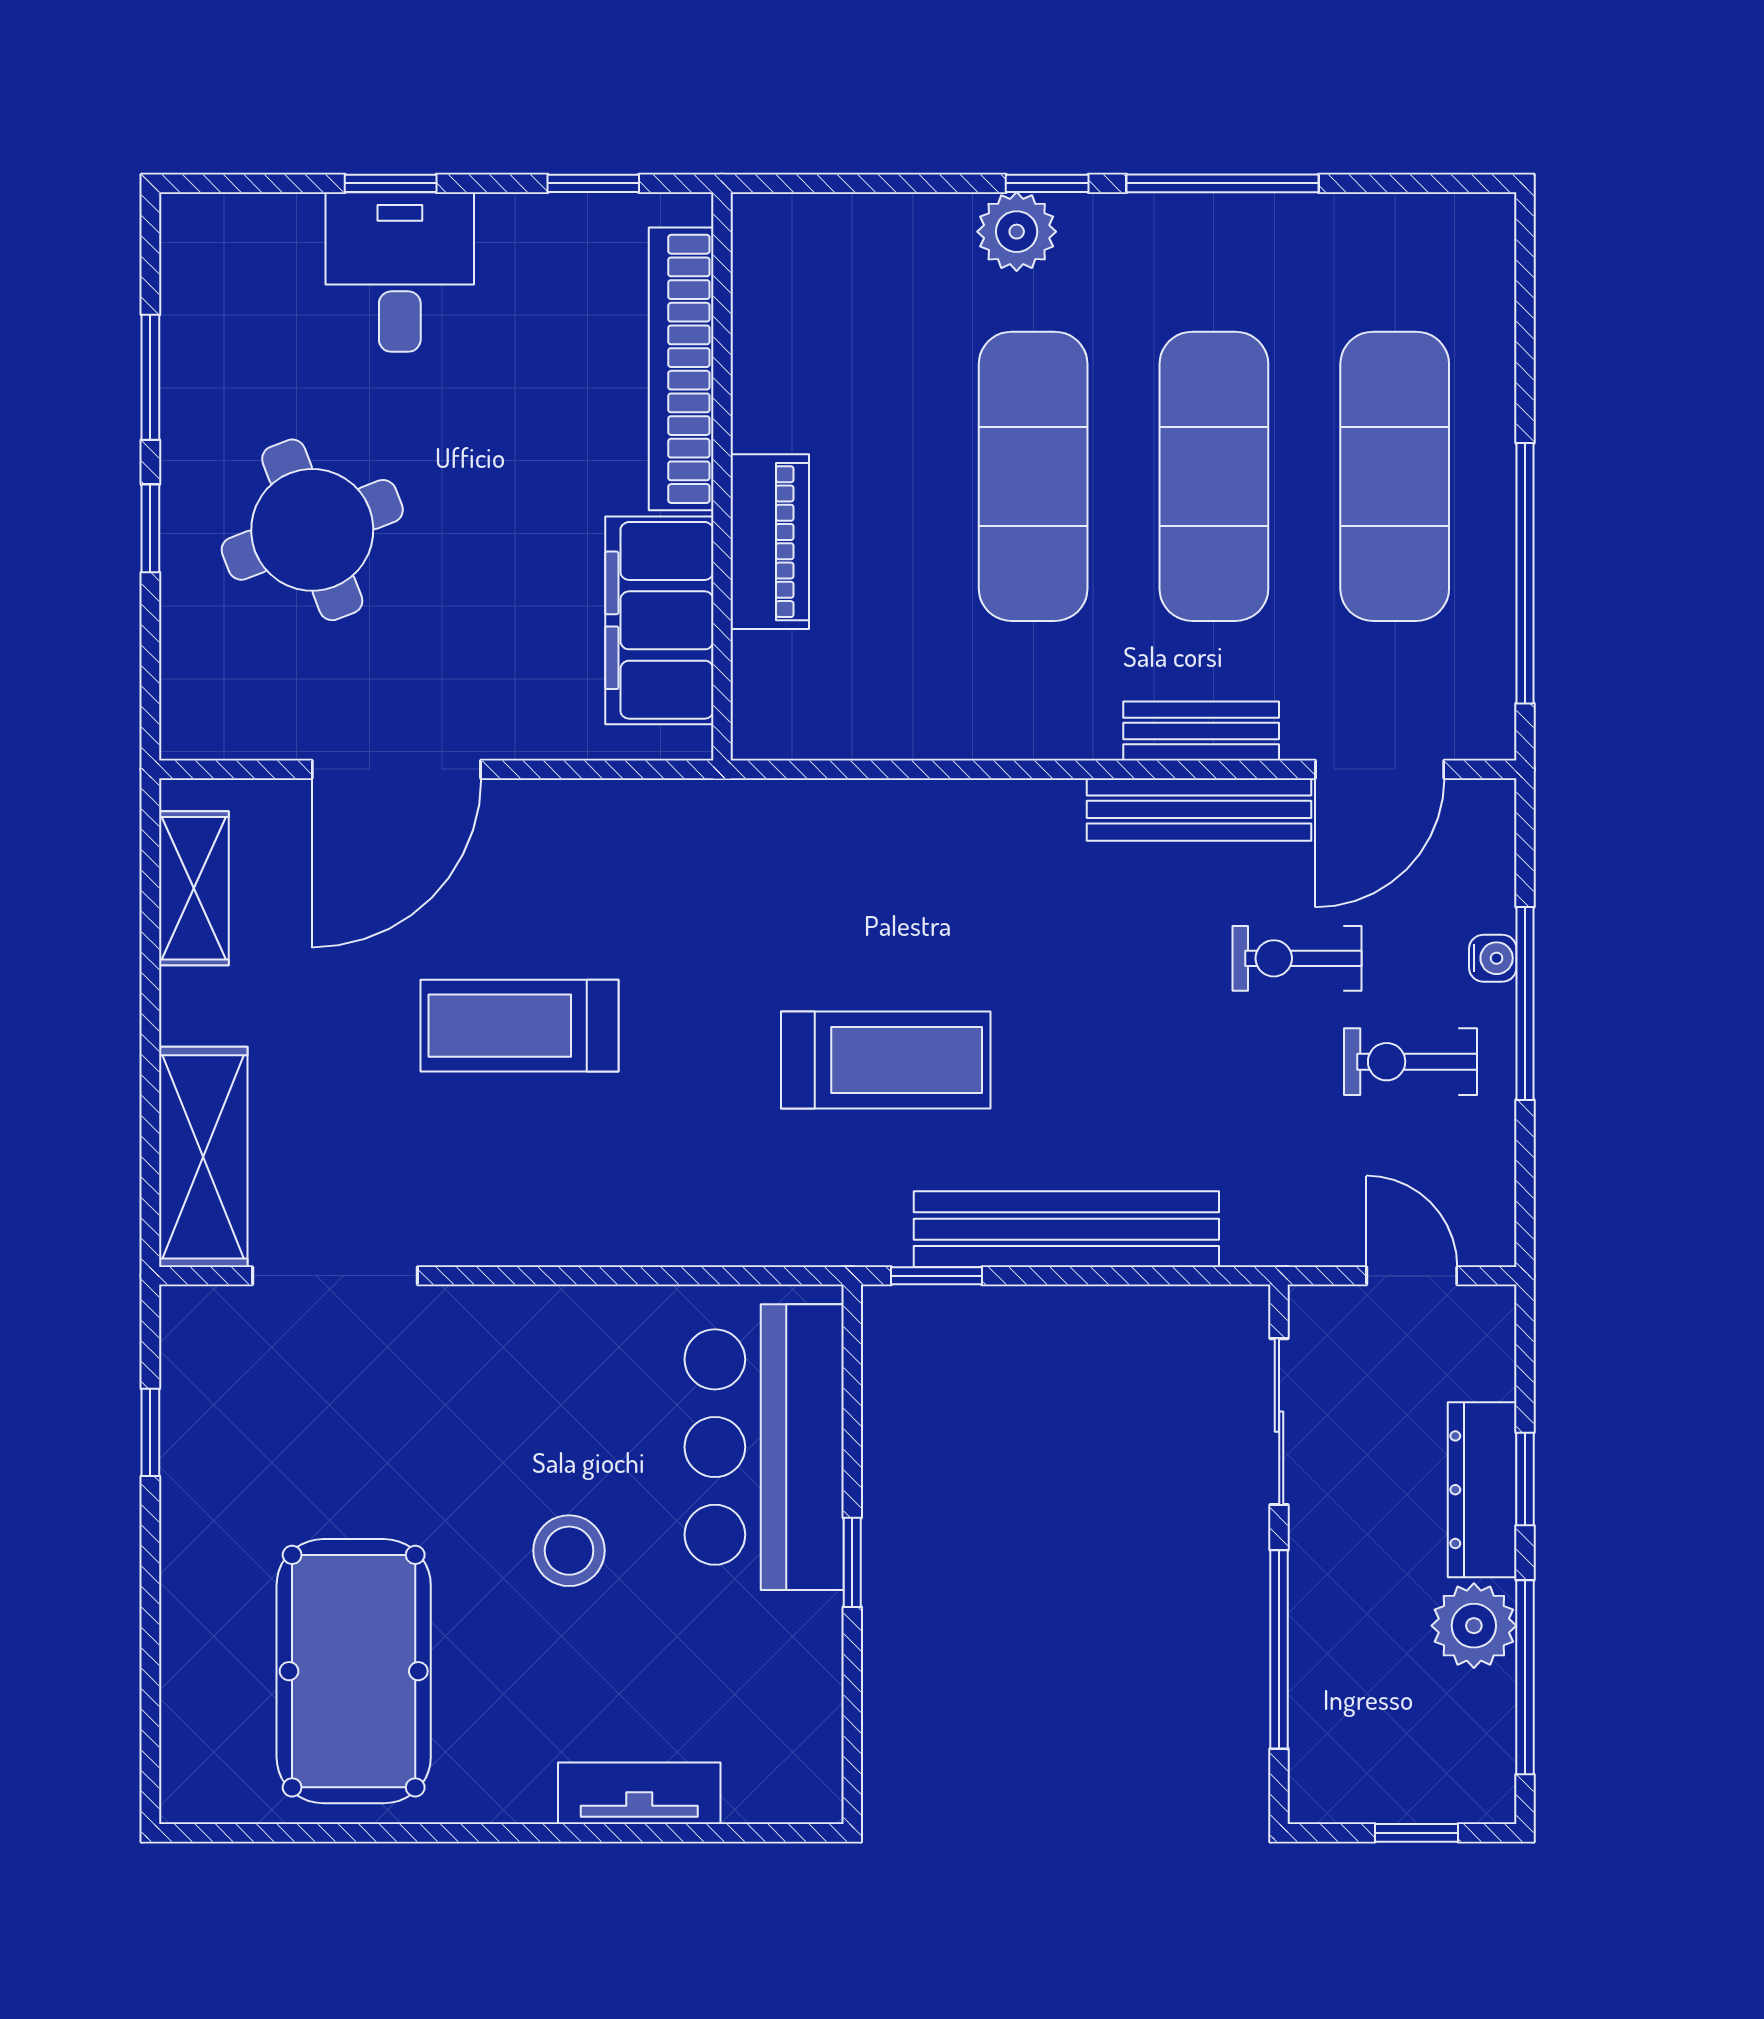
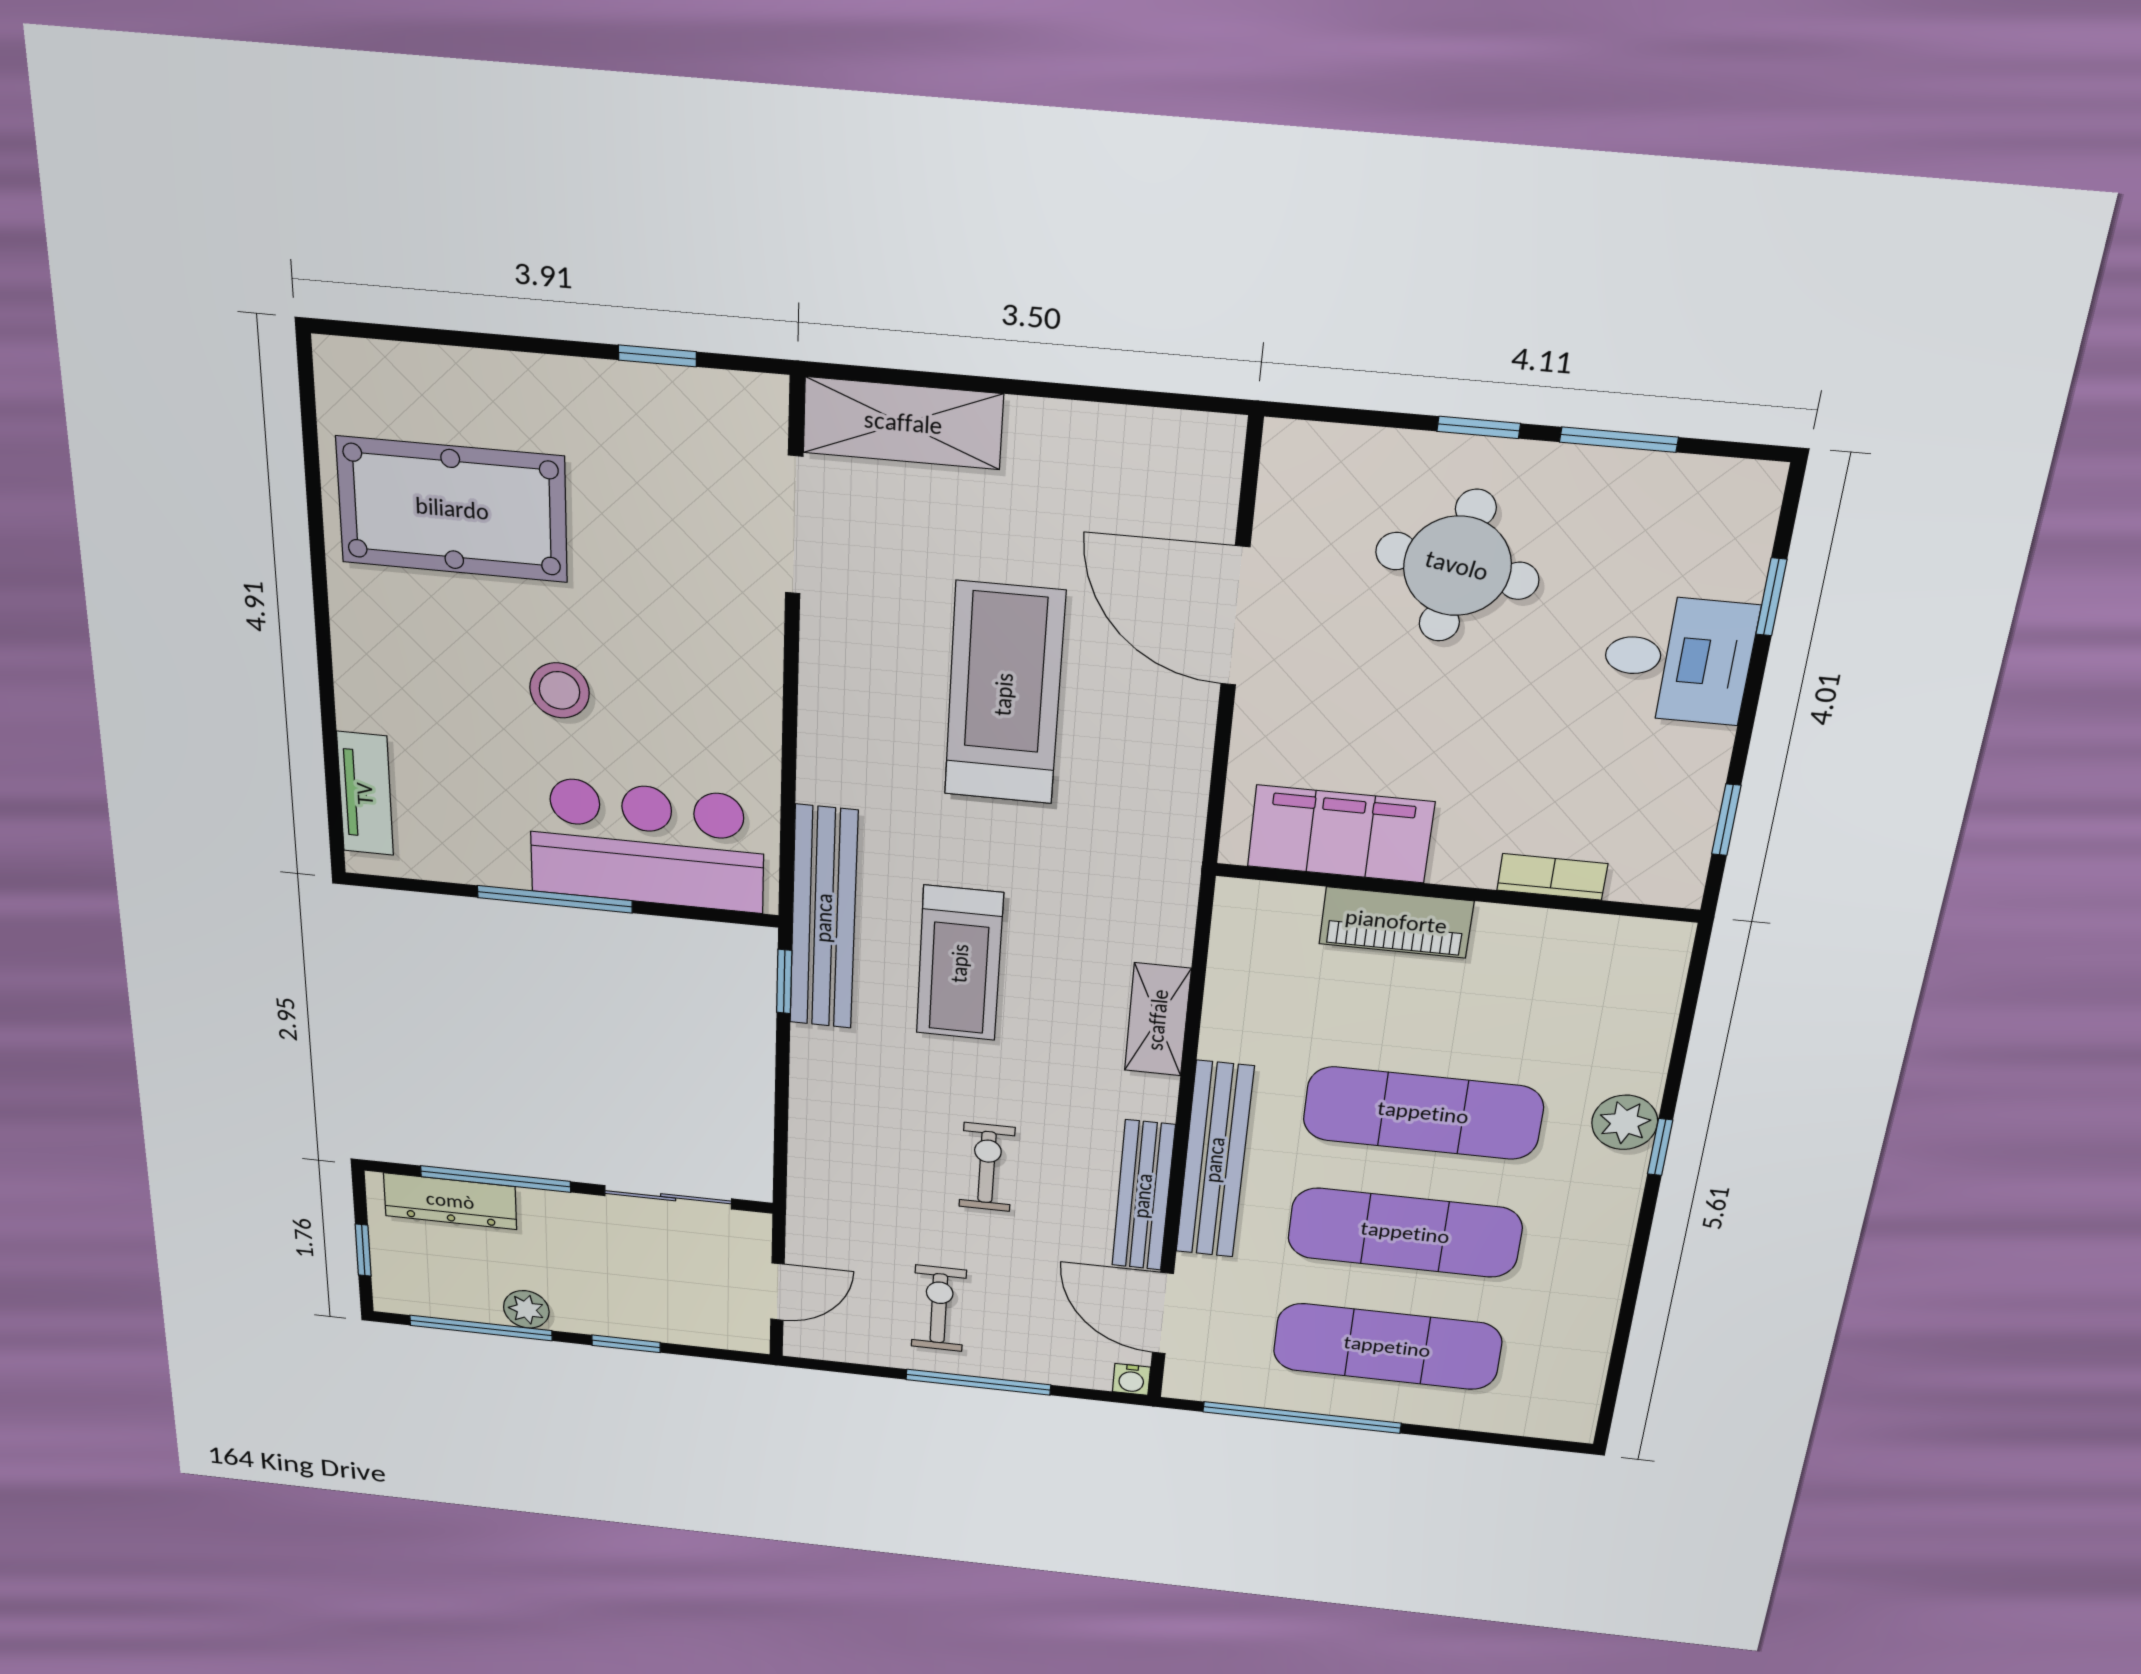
window: (391, 183) -> (1771, 597), moved
window: (1222, 183) -> (1637, 1263), removed
bookcase: (681, 369) -> (1552, 877), width x0.43, depth x0.76
round table: (312, 530) -> (1457, 566), turned 30
bench: (1201, 731) -> (1215, 1160), width x1.86, depth x1.21
shelving: (194, 888) -> (1158, 1020), moved, turned 90
exercise bike: (1297, 958) -> (987, 1167), moved
water cooler: (1493, 958) -> (1131, 1379), moved
treadmill: (520, 1026) -> (1004, 694), width x1.37, depth x1.38
bench: (1066, 1229) -> (824, 918), moved
dresser: (1482, 1490) -> (450, 1201), moved, turned 180
window: (852, 1562) -> (555, 899), width x2.17
plant: (1474, 1626) -> (526, 1309), width x0.73, depth x0.73
tv unit: (639, 1793) -> (365, 794), moved

